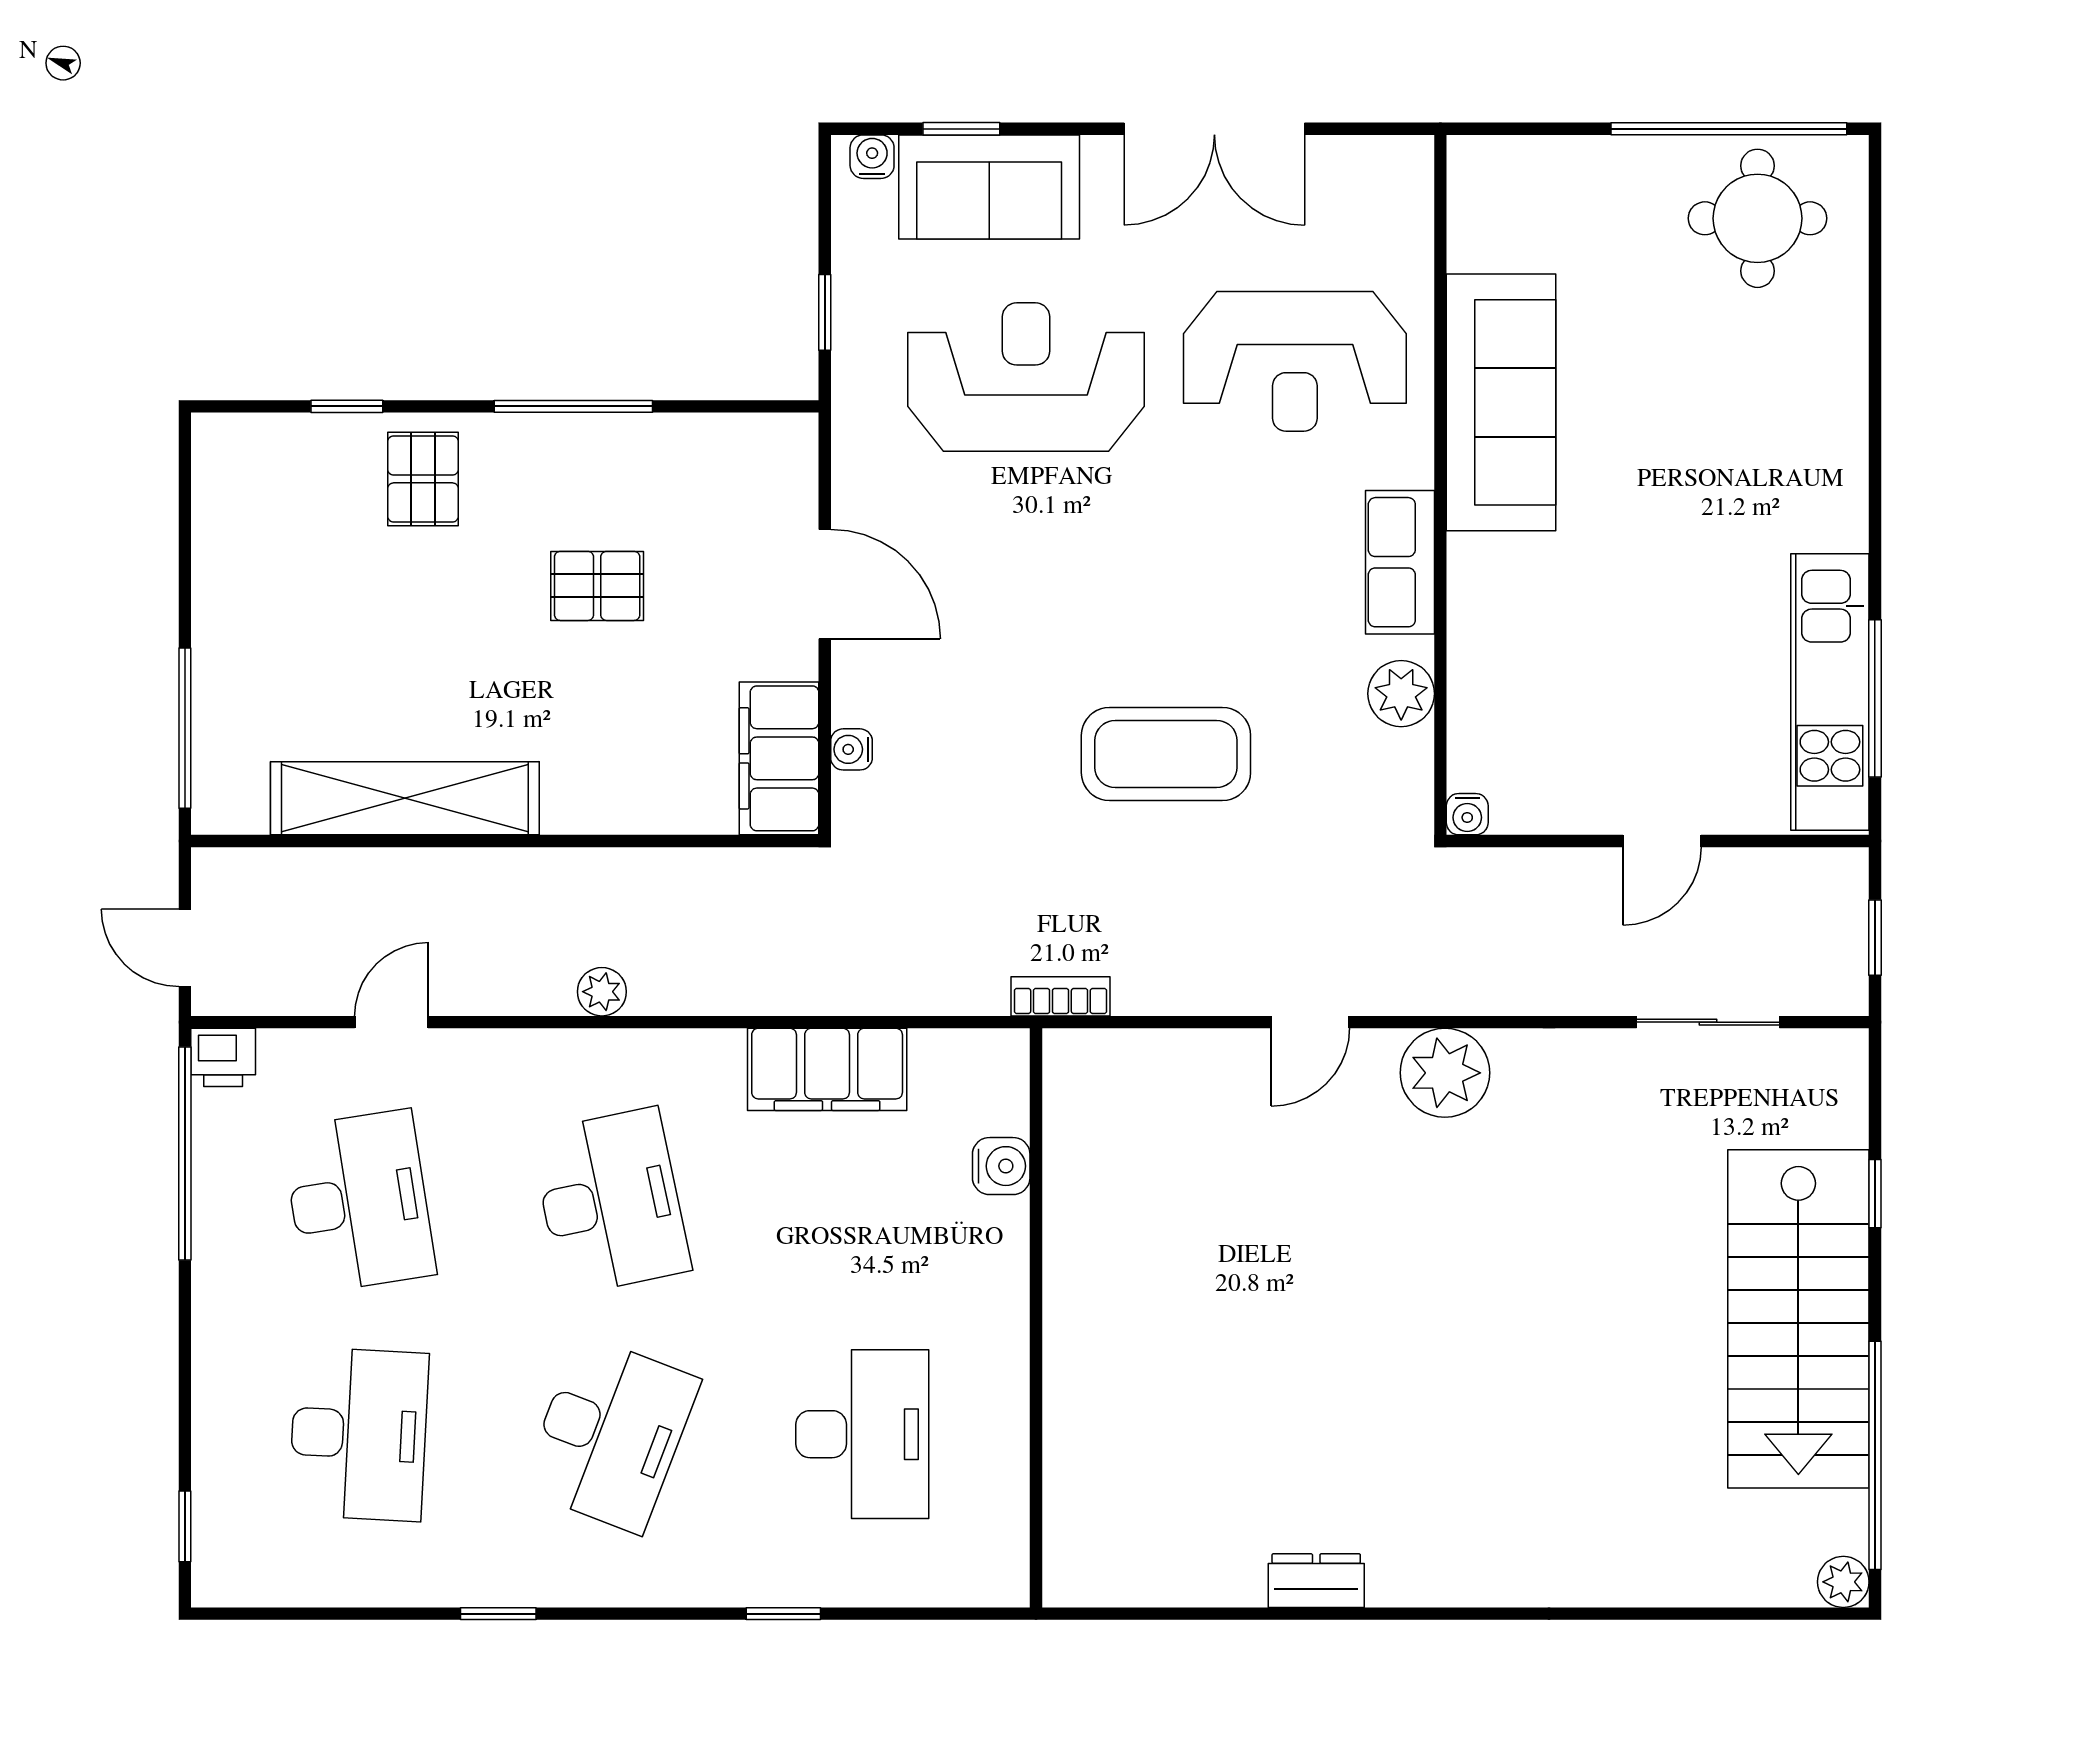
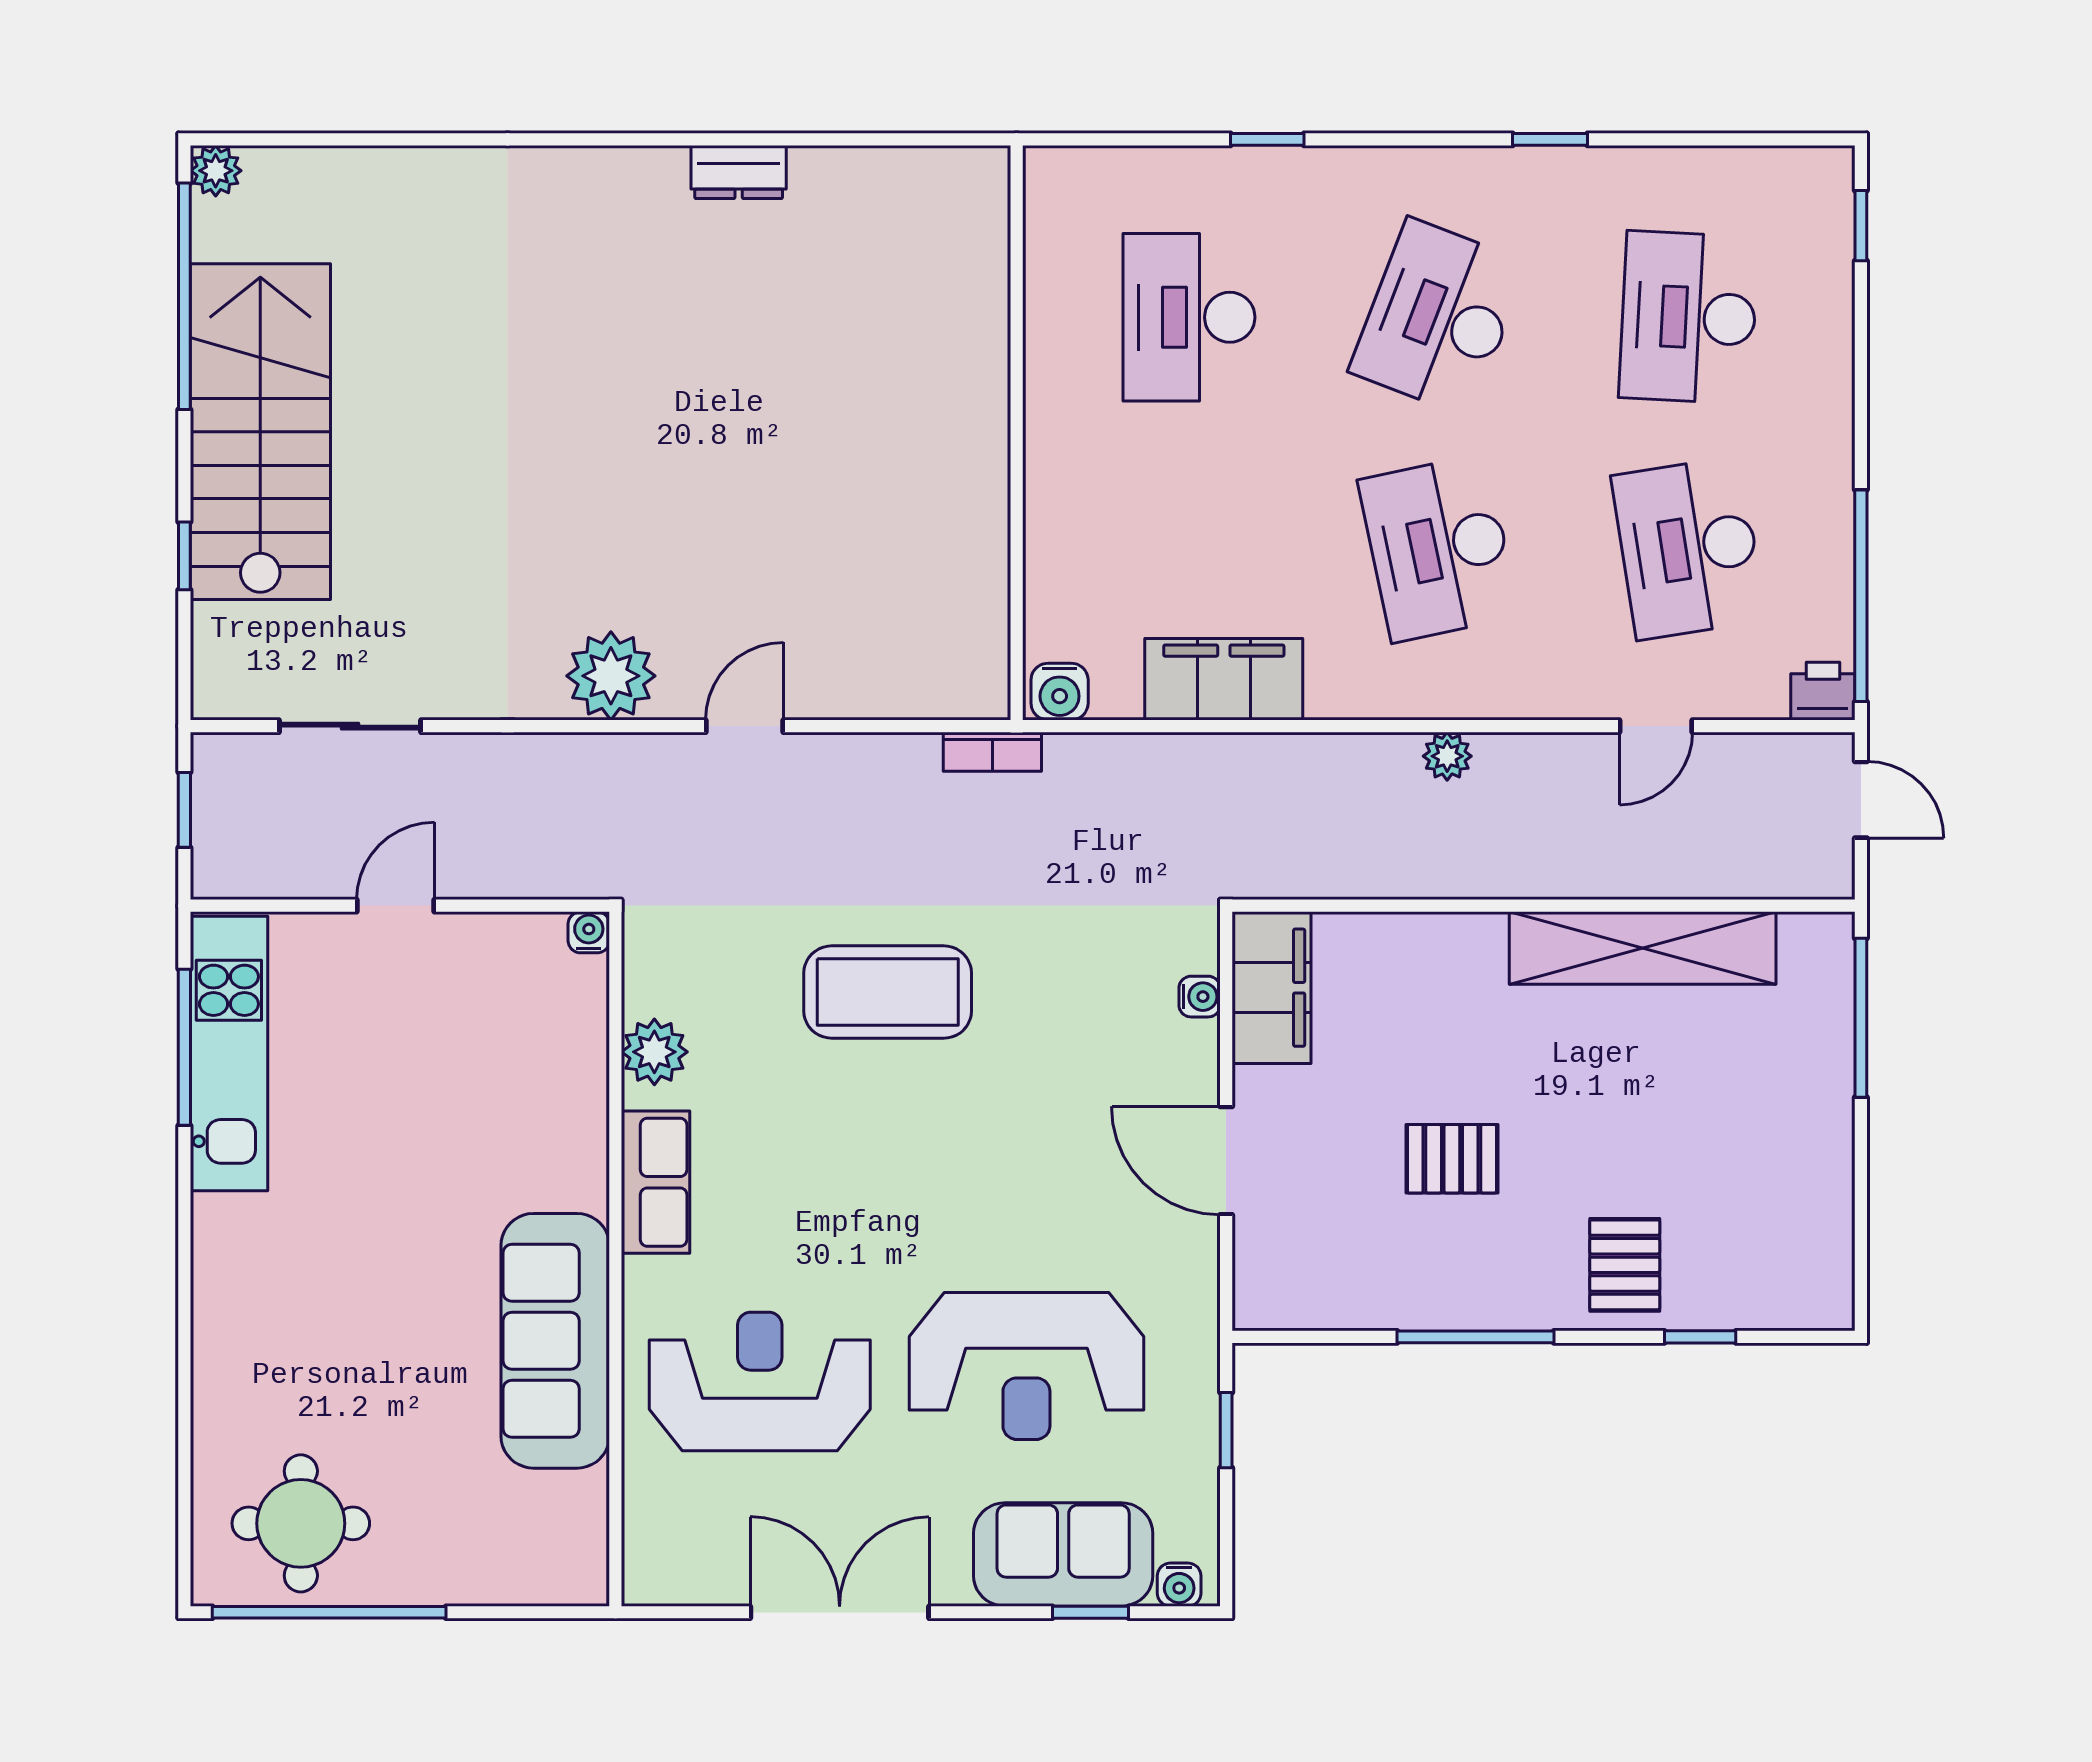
water cooler: (1001, 1166) -> (1060, 692), moved, turned -90

